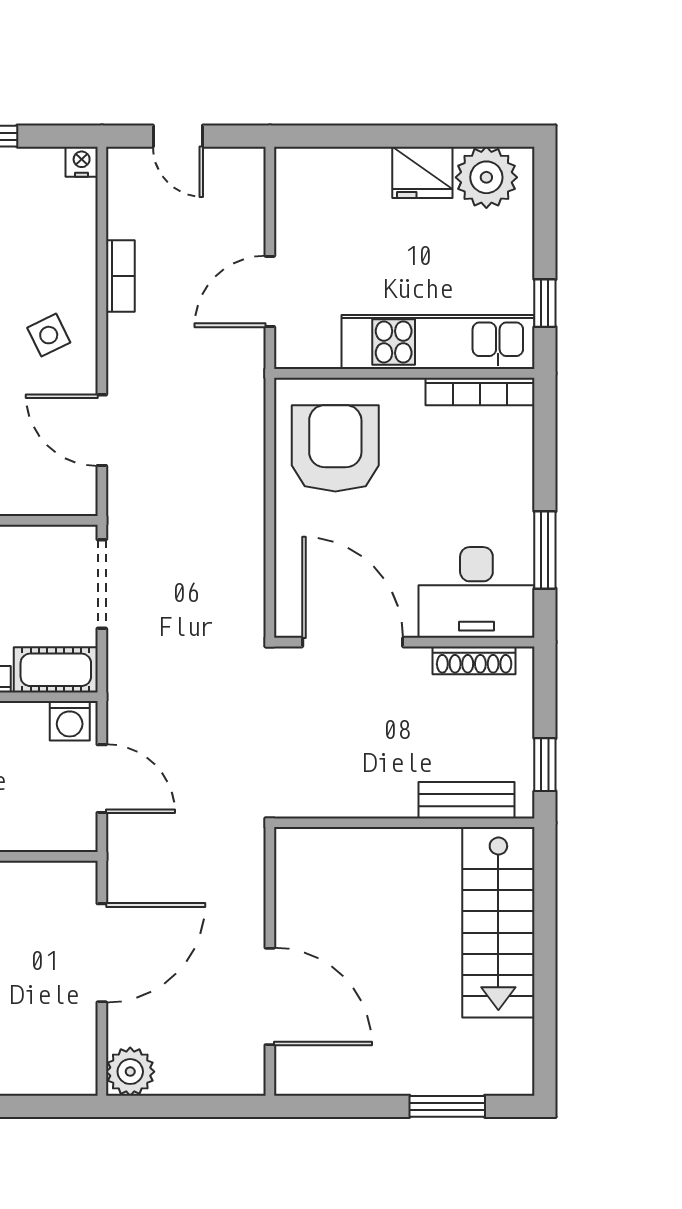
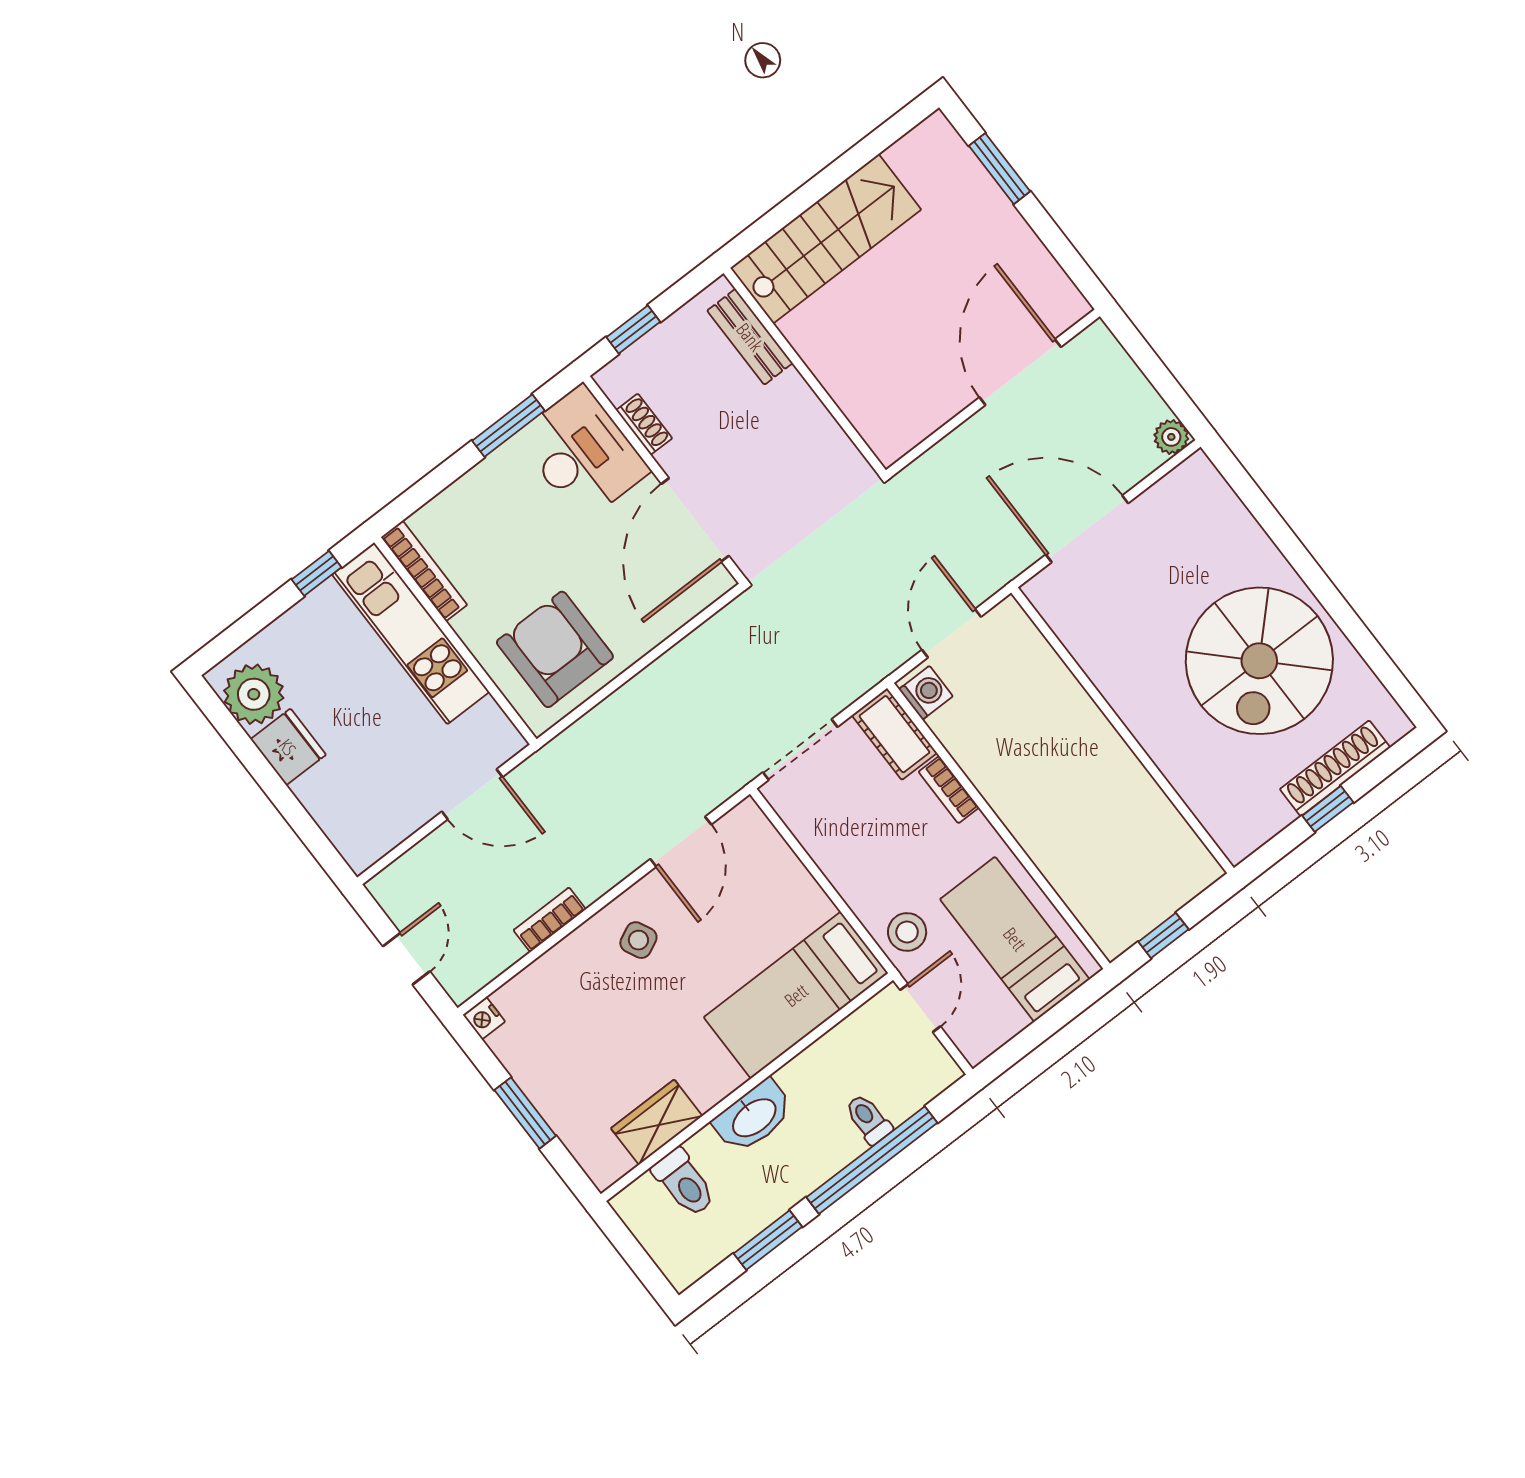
armchair: (335, 448) -> (555, 649), turned 90
shoe rack: (474, 660) -> (644, 424), width x0.70
window: (545, 765) -> (633, 329), moved
plant: (130, 1072) -> (1171, 437), width x0.73, depth x0.73

